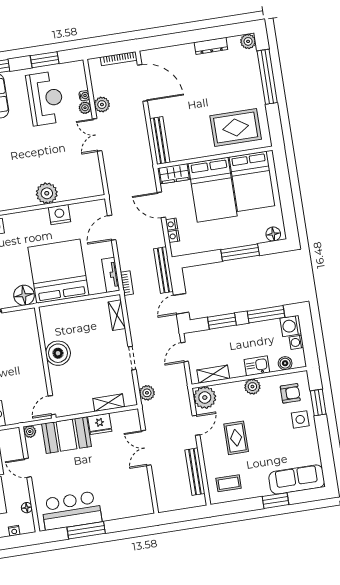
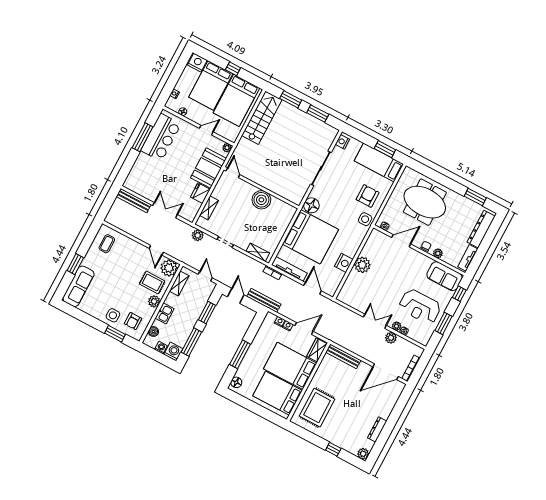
window: (267, 77) -> (333, 449), width x0.32
tv unit: (111, 275) -> (289, 269), width x1.41
rug: (236, 438) -> (152, 283), moved
bench: (195, 472) -> (134, 201), moved

